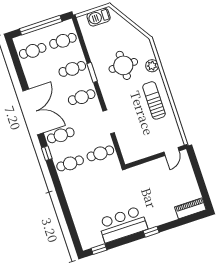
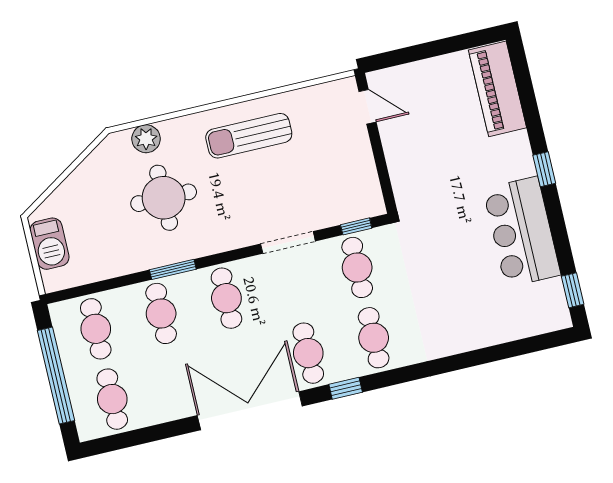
plant: (152, 66) -> (146, 139), moved
window: (118, 151) -> (356, 226), added
piano: (190, 208) -> (497, 89), width x1.37, depth x1.33

